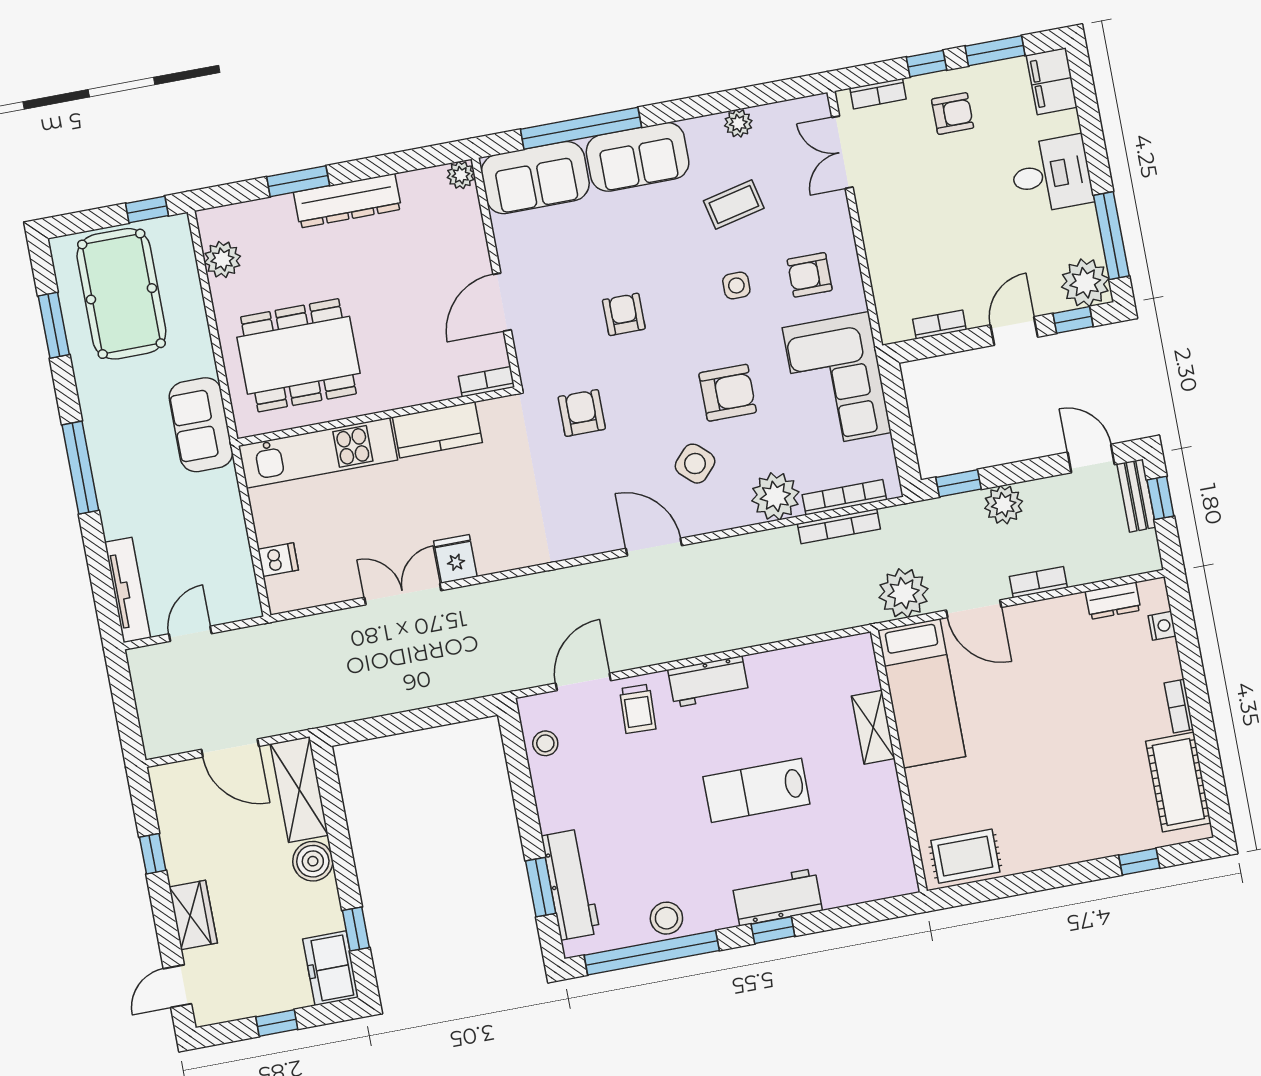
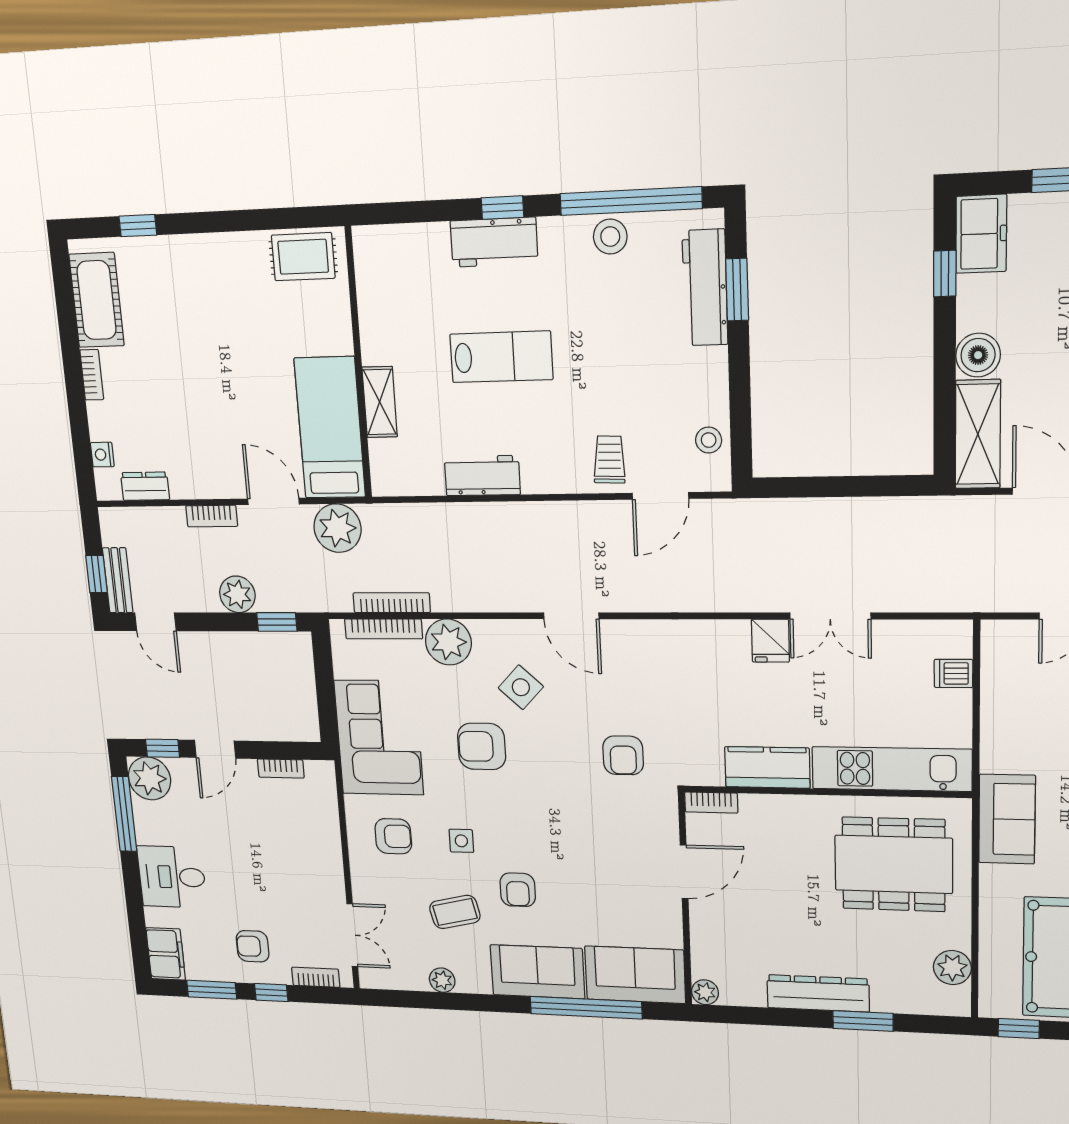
armchair: (624, 314) -> (518, 890), moved
workbench: (708, 682) -> (482, 476), moved

